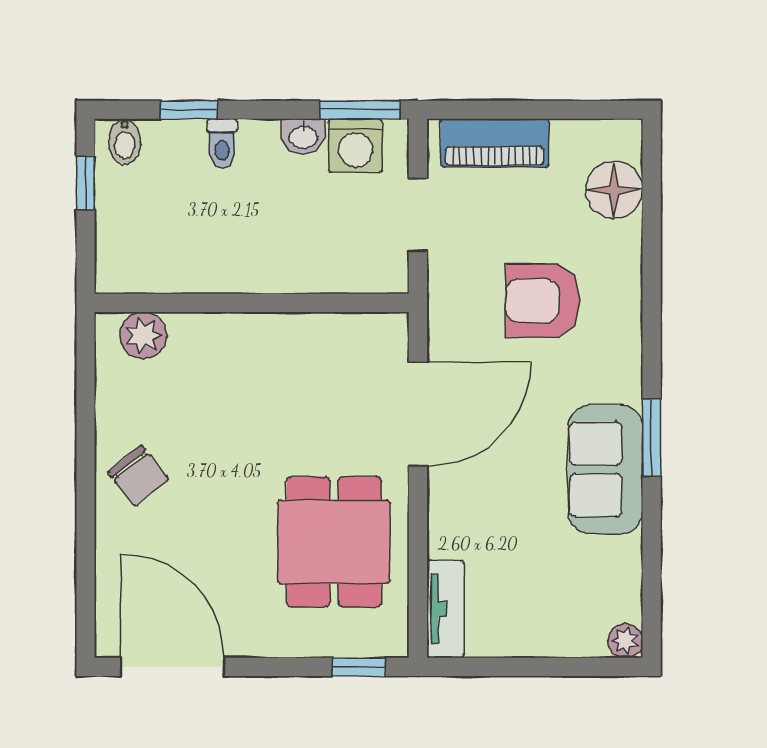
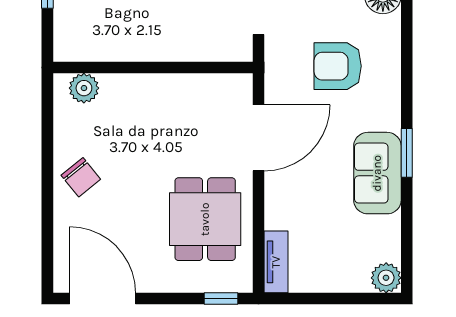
plant: (625, 641) -> (386, 278), width x1.38, depth x1.38

